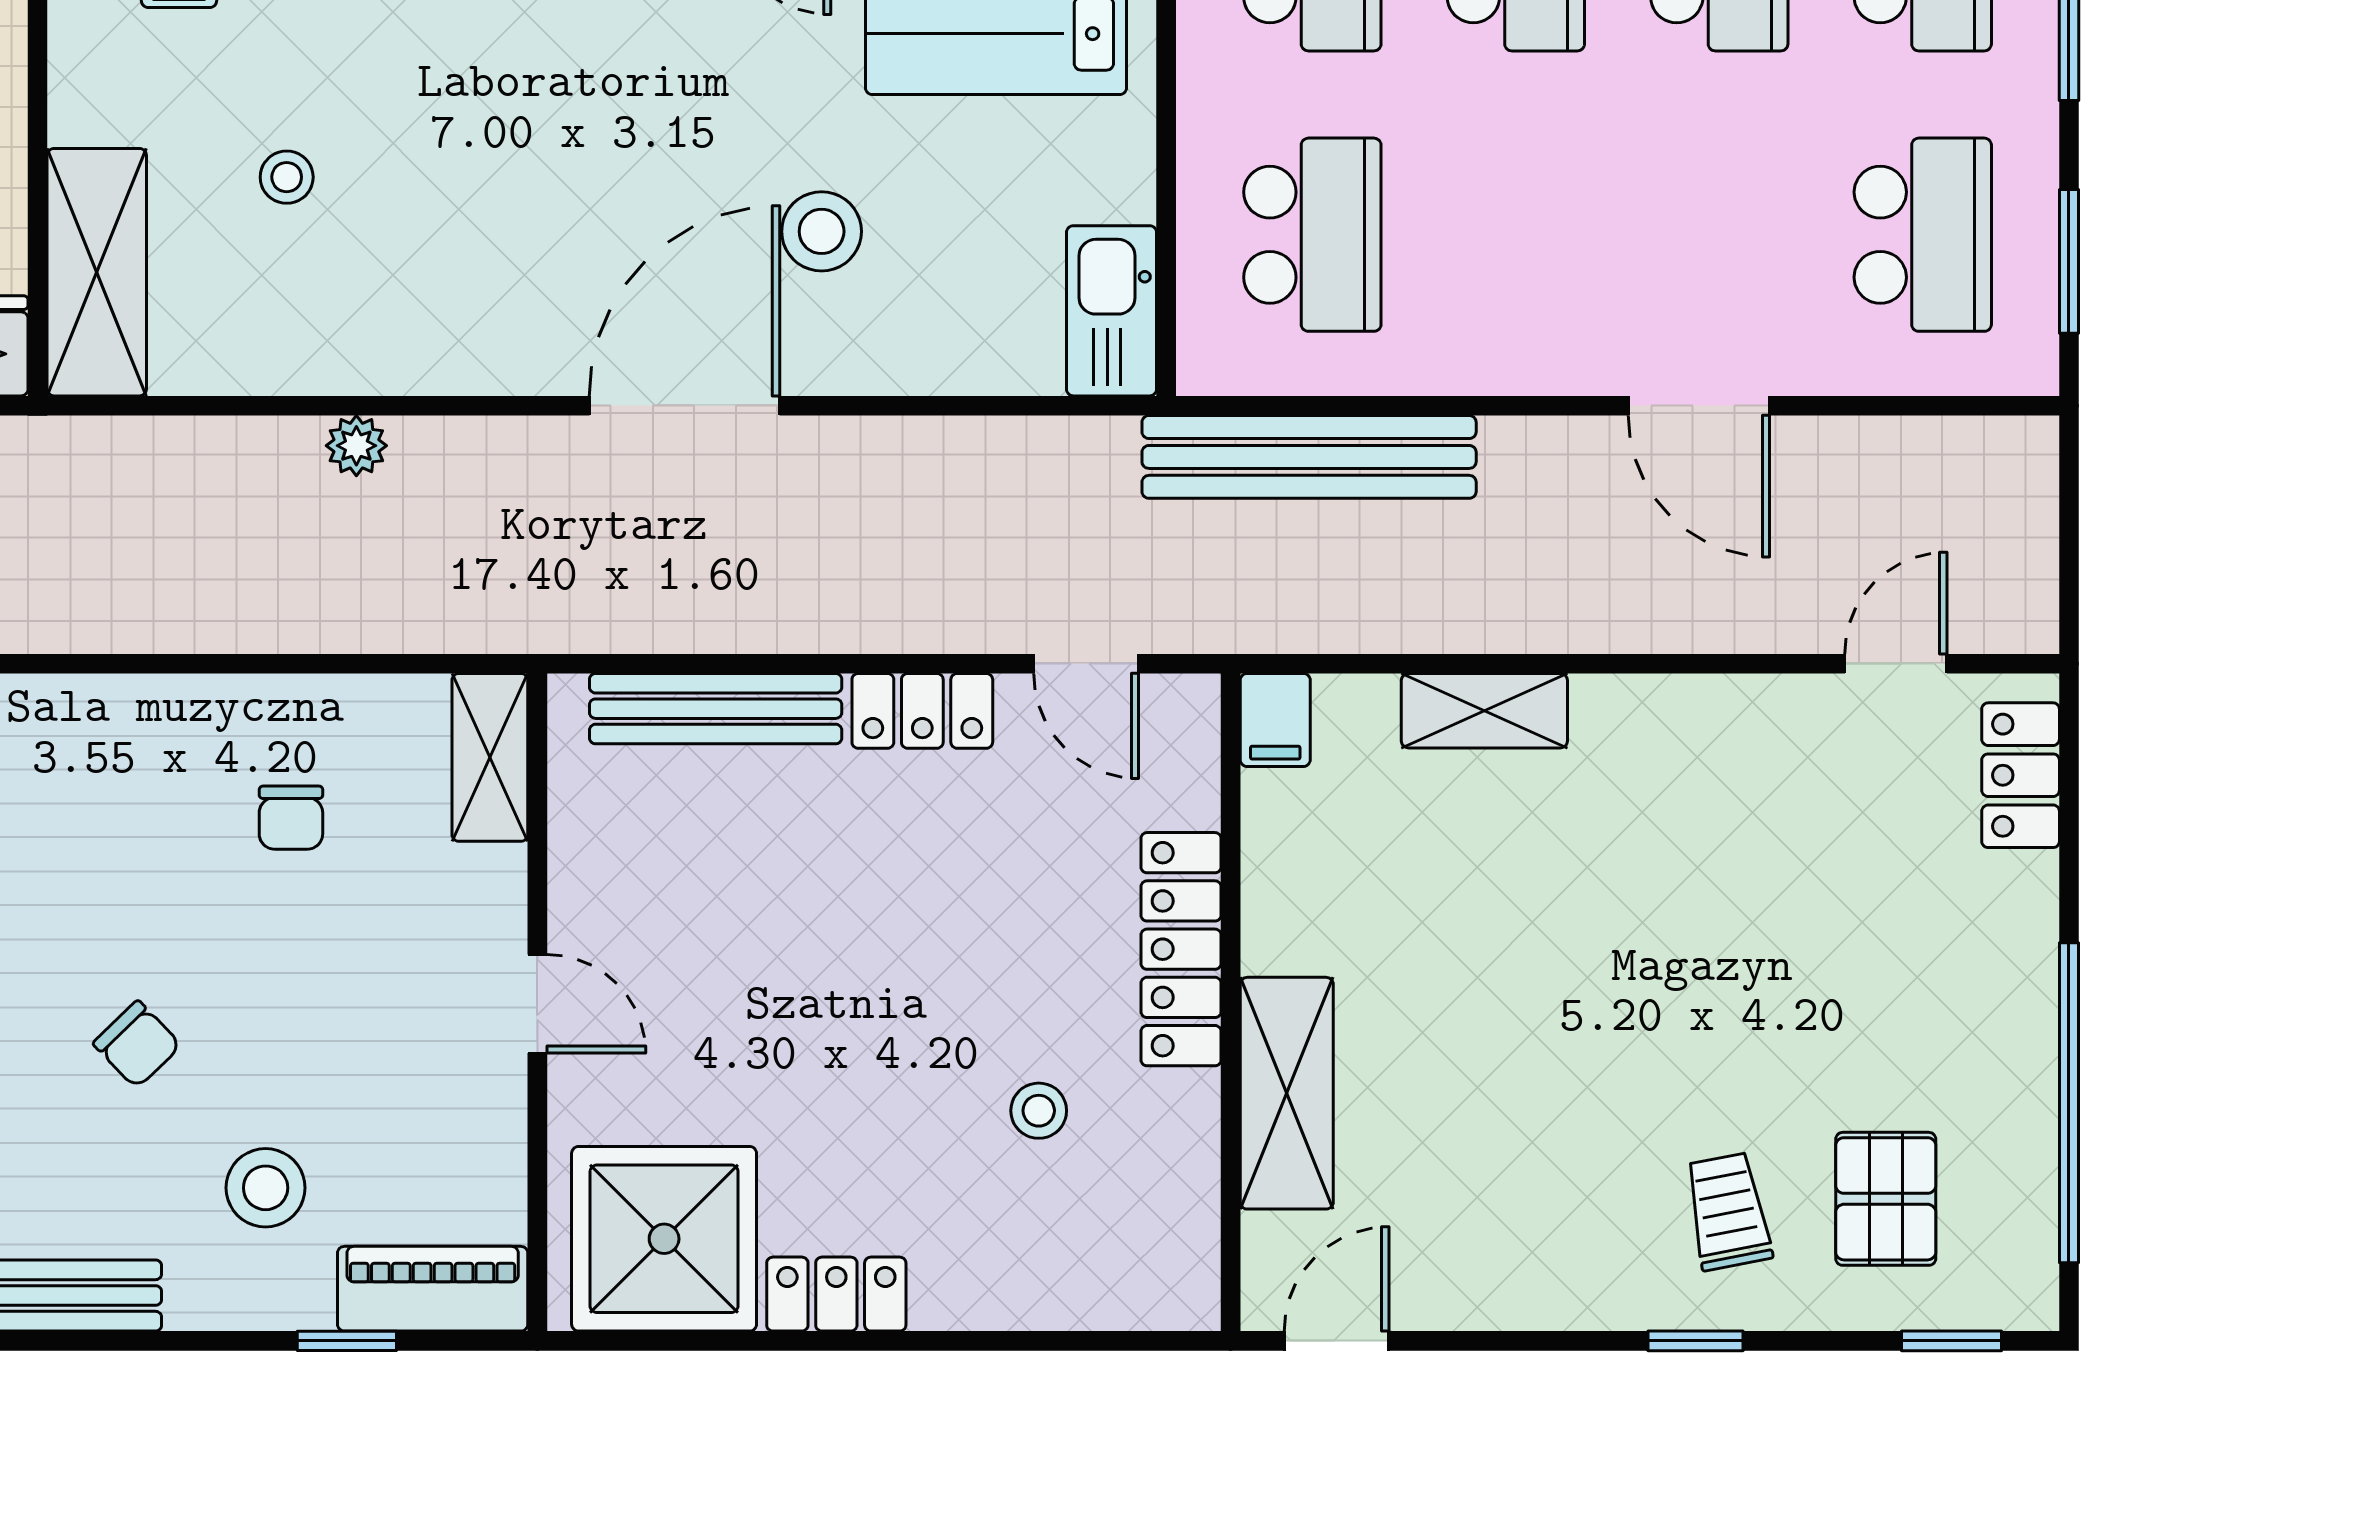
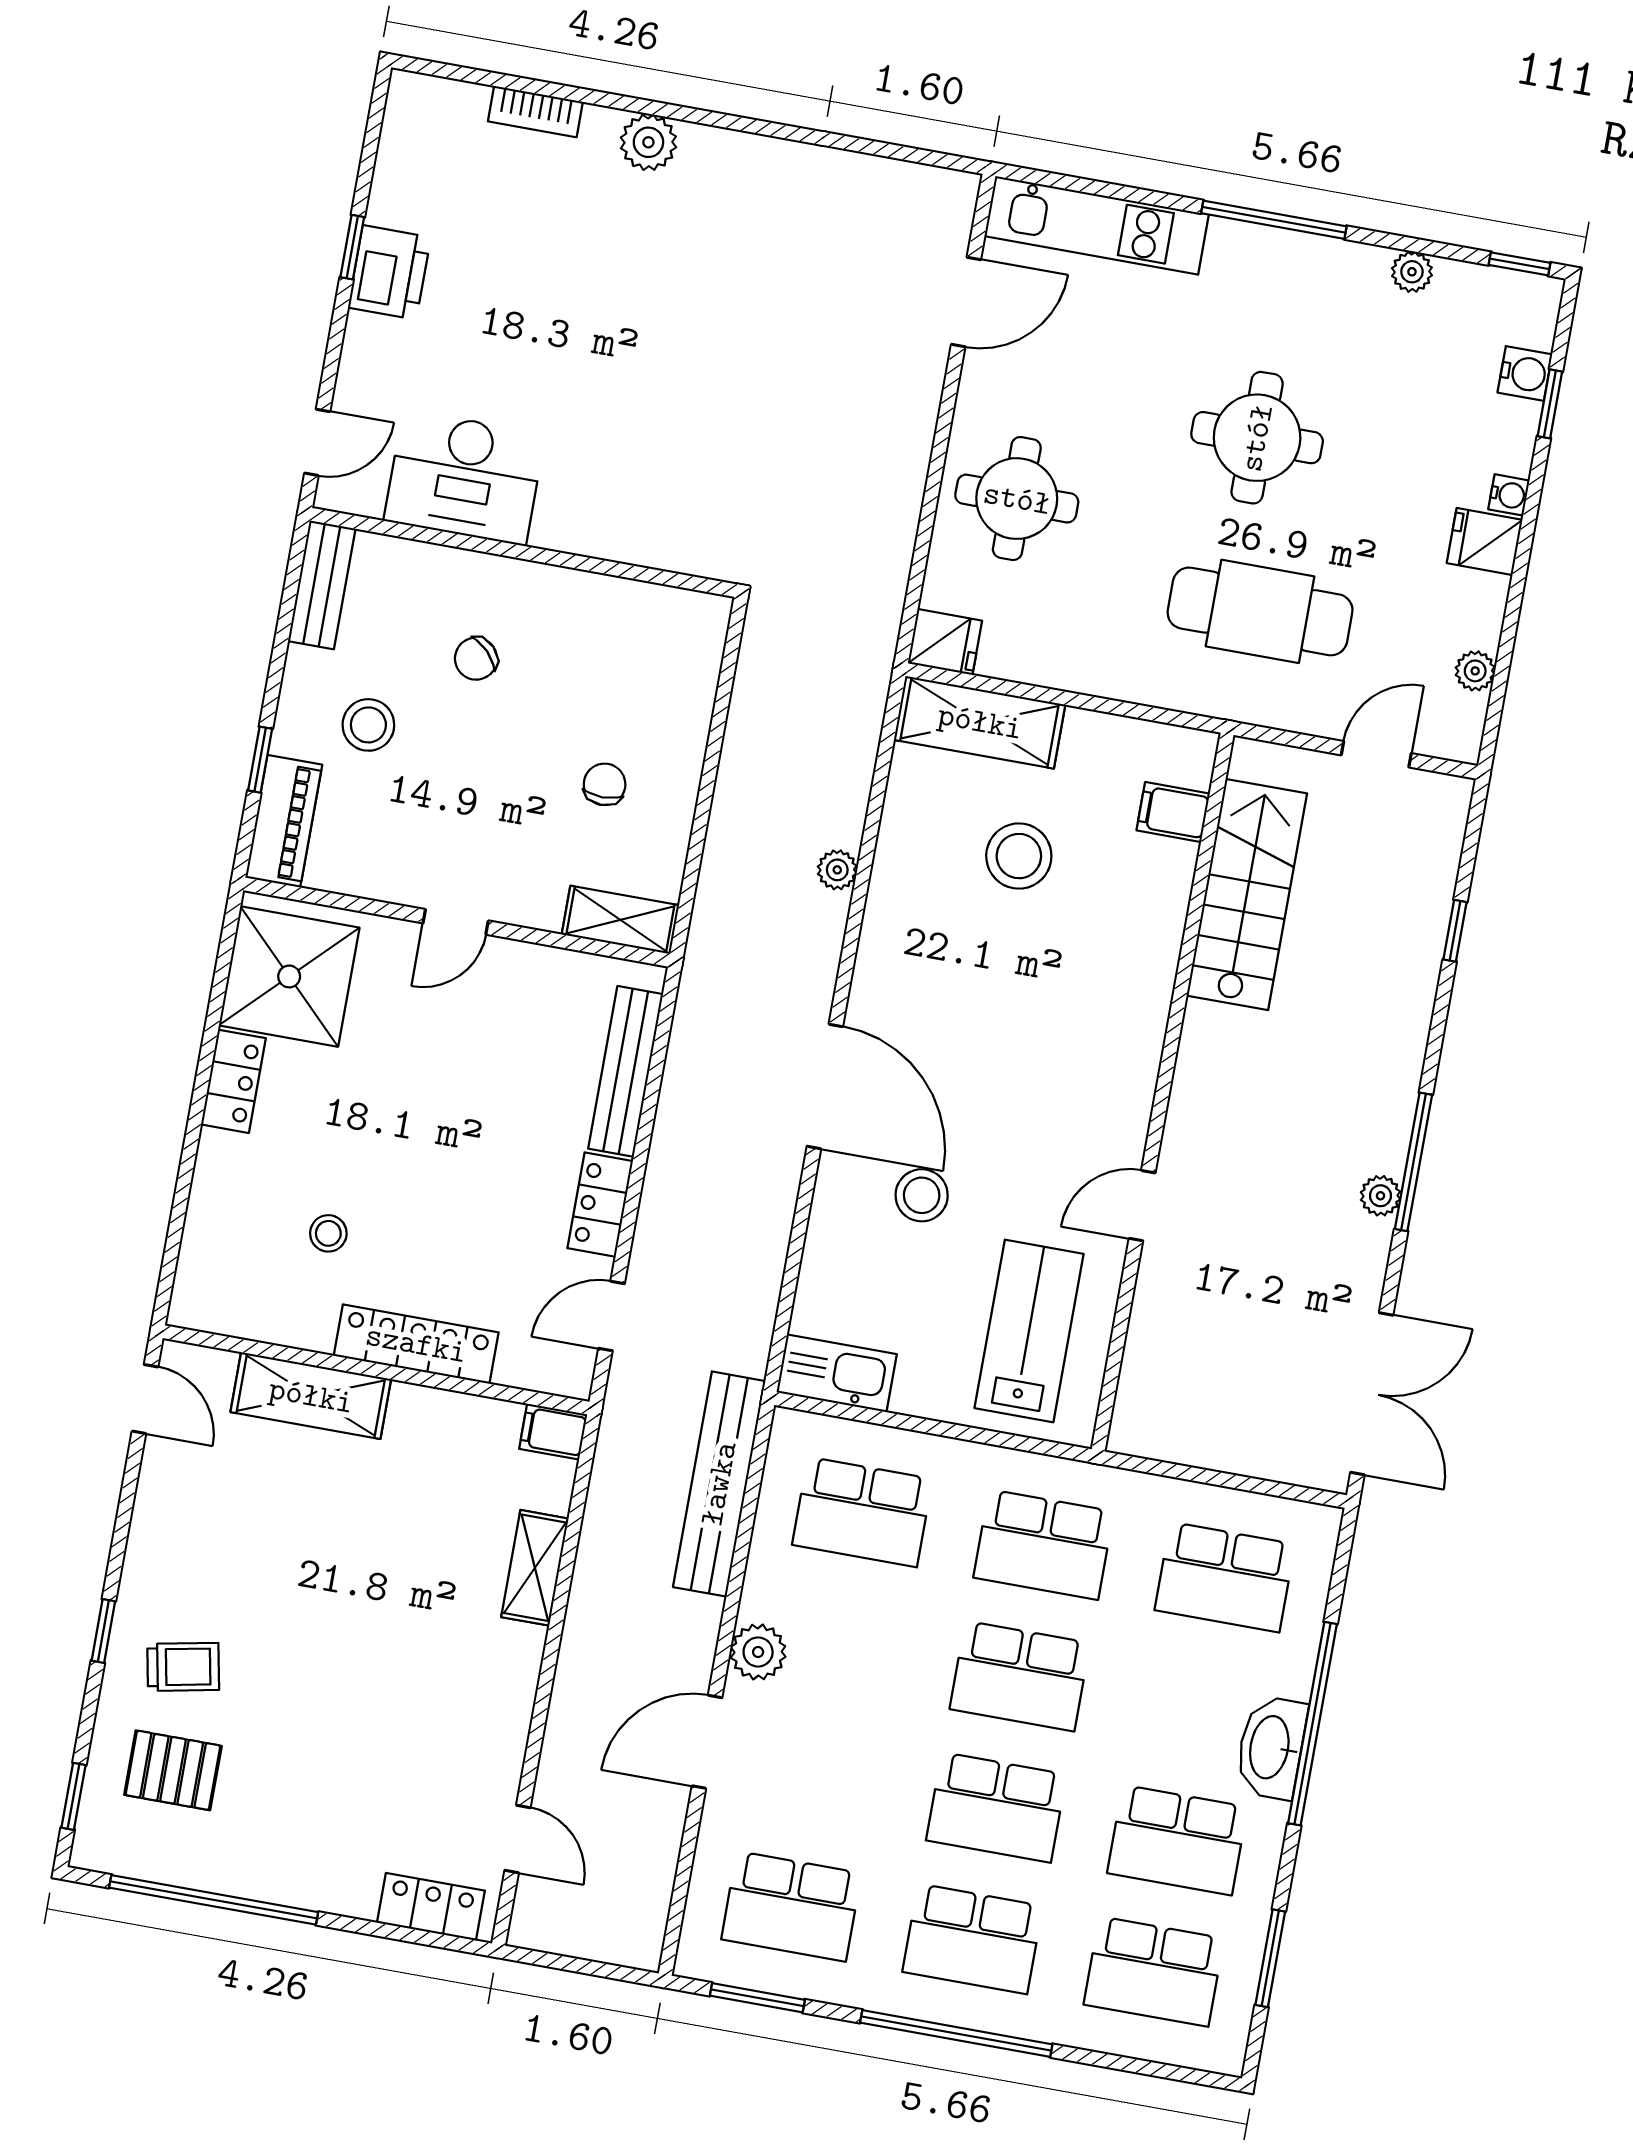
stool: (287, 177) -> (1019, 856), width x1.89, depth x1.89
plant: (1550, 353) -> (758, 1652), added
chair: (291, 818) -> (605, 784), turned 90

